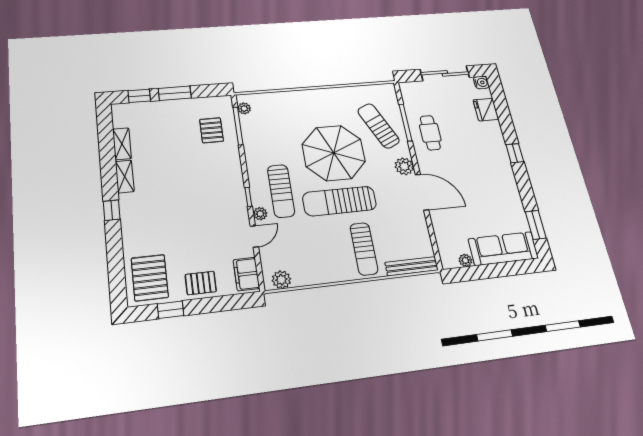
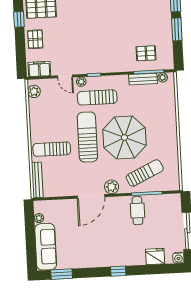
bench: (249, 133) -> (143, 79), added
cafe table: (430, 133) -> (137, 211), turned 90

